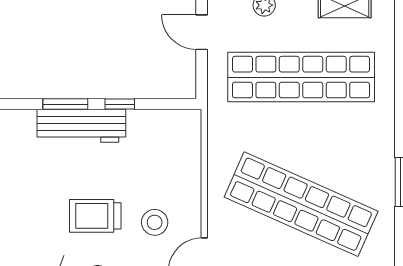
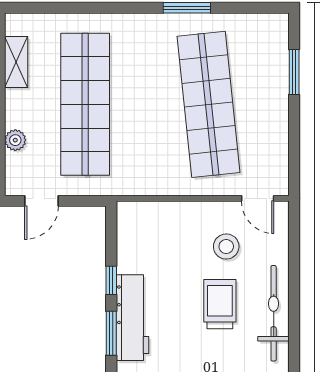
shop shelf: (301, 204) -> (209, 104), turned -30
trolley: (95, 216) -> (220, 304), turned 180

